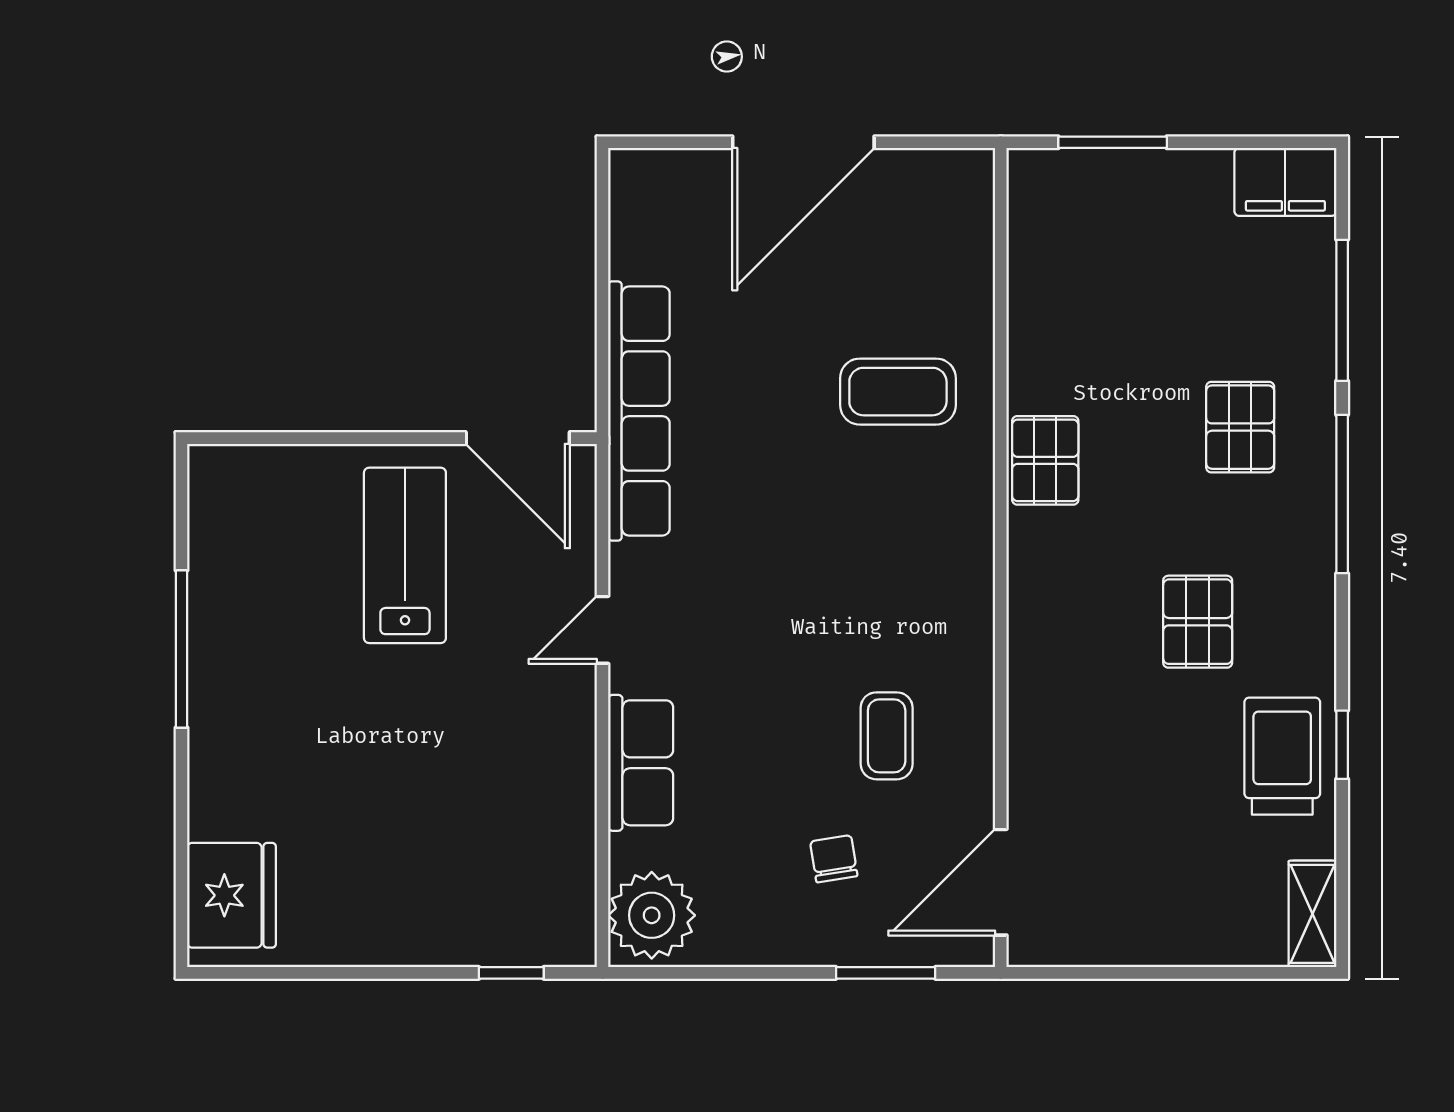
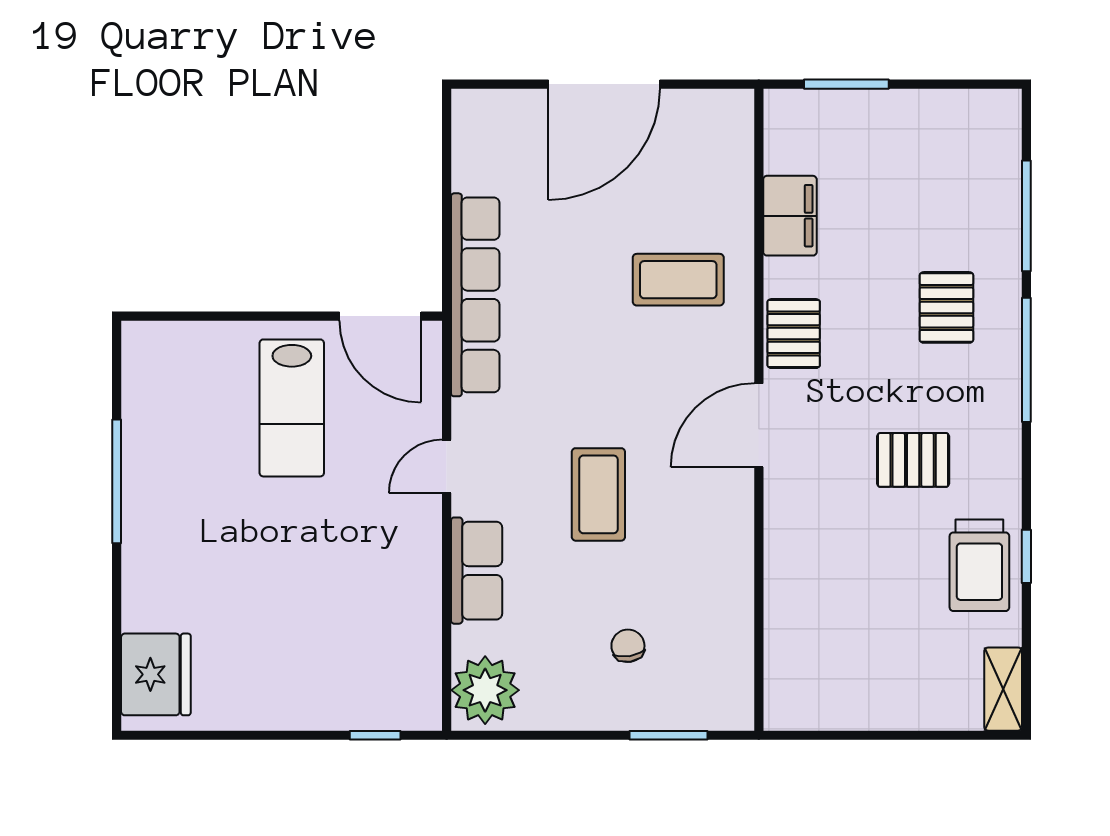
filing cabinet: (1285, 182) -> (790, 216), moved, turned -90
lab bench: (405, 555) -> (292, 408), turned 180
pallet: (1198, 622) -> (913, 460), turned 90
coffee table: (887, 736) -> (598, 494), moved, width x1.36, depth x1.30
trolley: (1282, 756) -> (979, 565), turned 180
door: (1001, 882) -> (759, 425), moved

